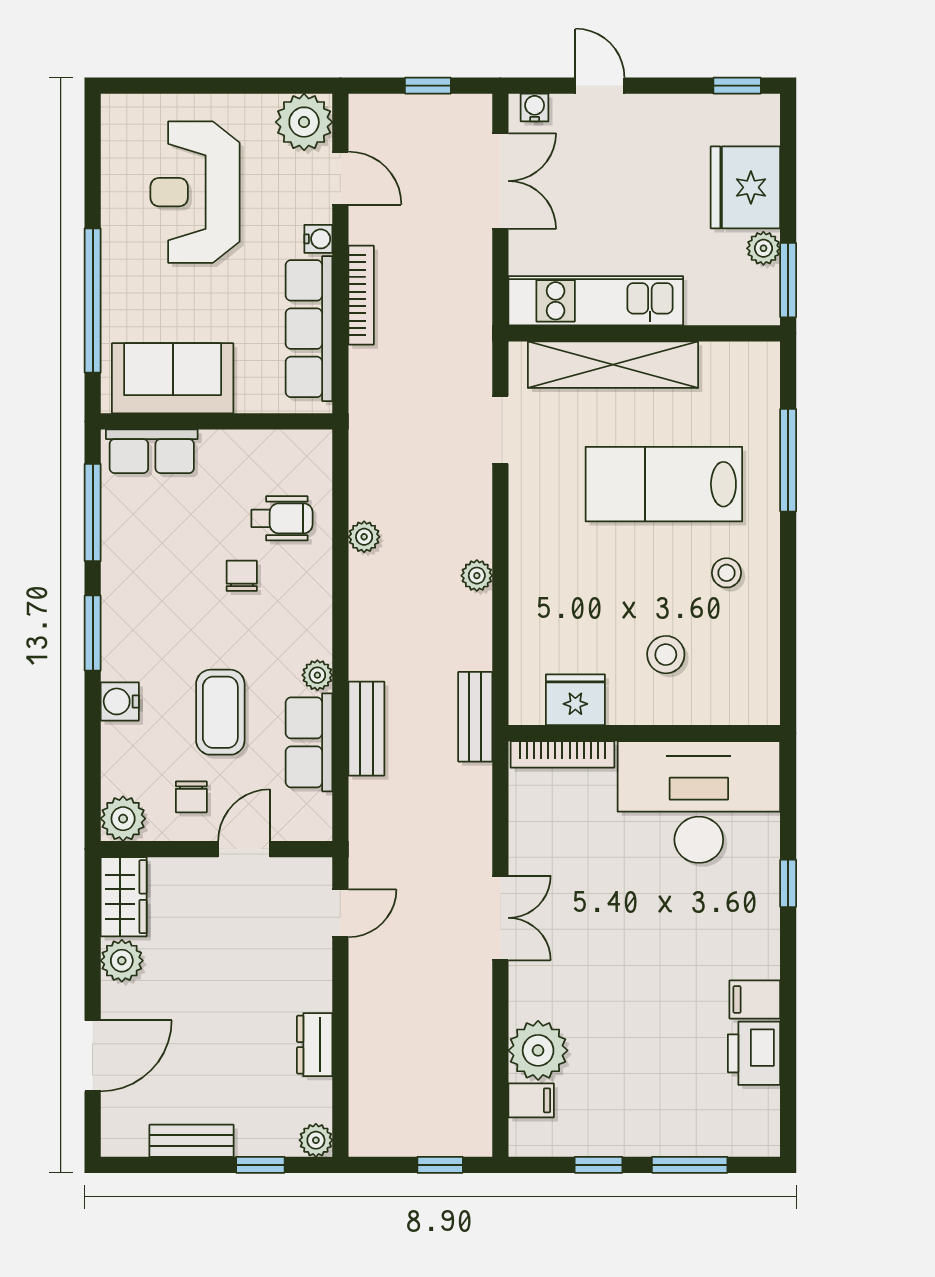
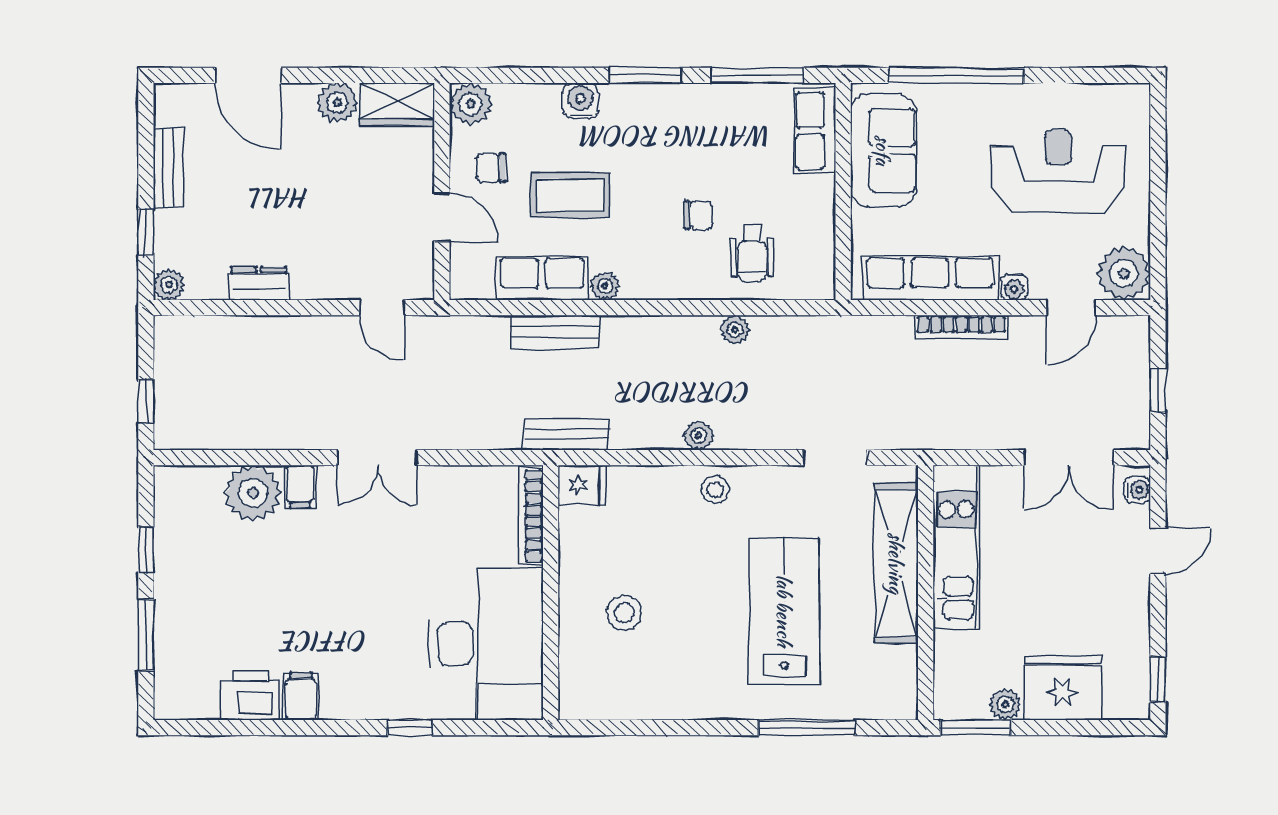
stool: (727, 573) -> (715, 490), moved
fridge: (575, 700) -> (582, 485), moved, width x0.72
filing cabinet: (531, 1100) -> (300, 486), moved

